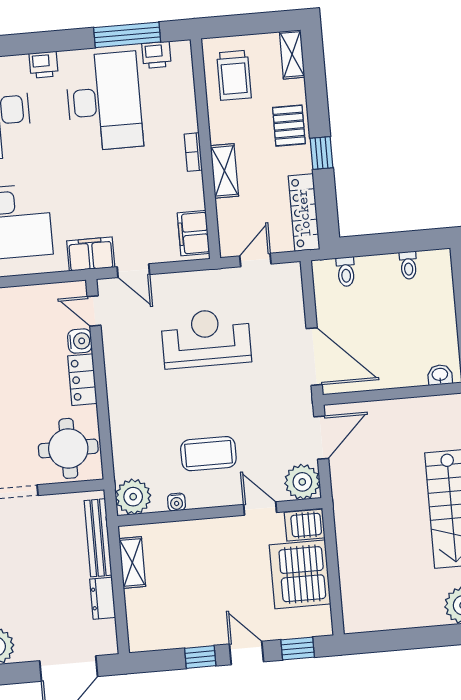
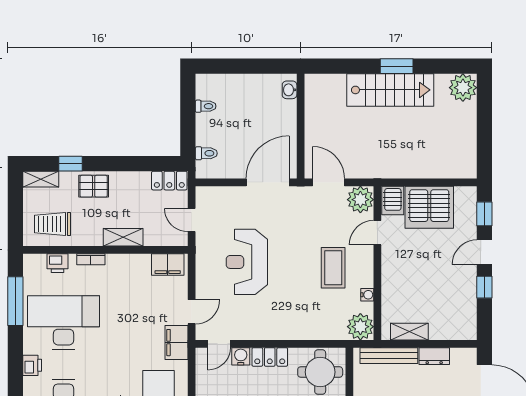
printer: (156, 55) -> (58, 263), moved, turned 90
trolley: (234, 75) -> (52, 224), turned 180
bookcase: (193, 152) -> (91, 259), moved
window: (322, 153) -> (71, 164), moved
locker: (304, 213) -> (169, 181), width x0.66

